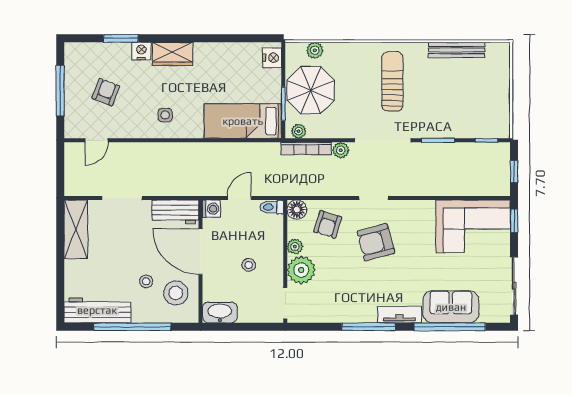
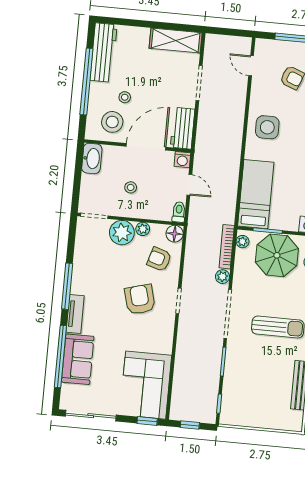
side table: (165, 115) -> (267, 127), width x1.87, depth x1.87

